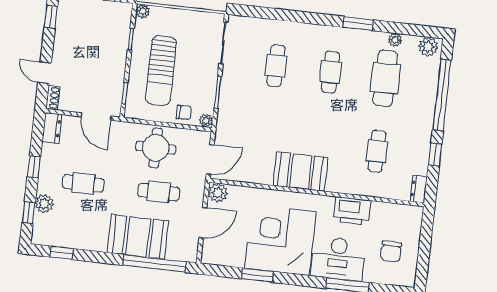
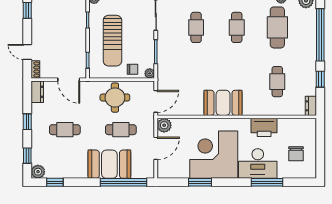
plant: (44, 204) -> (38, 172), moved

